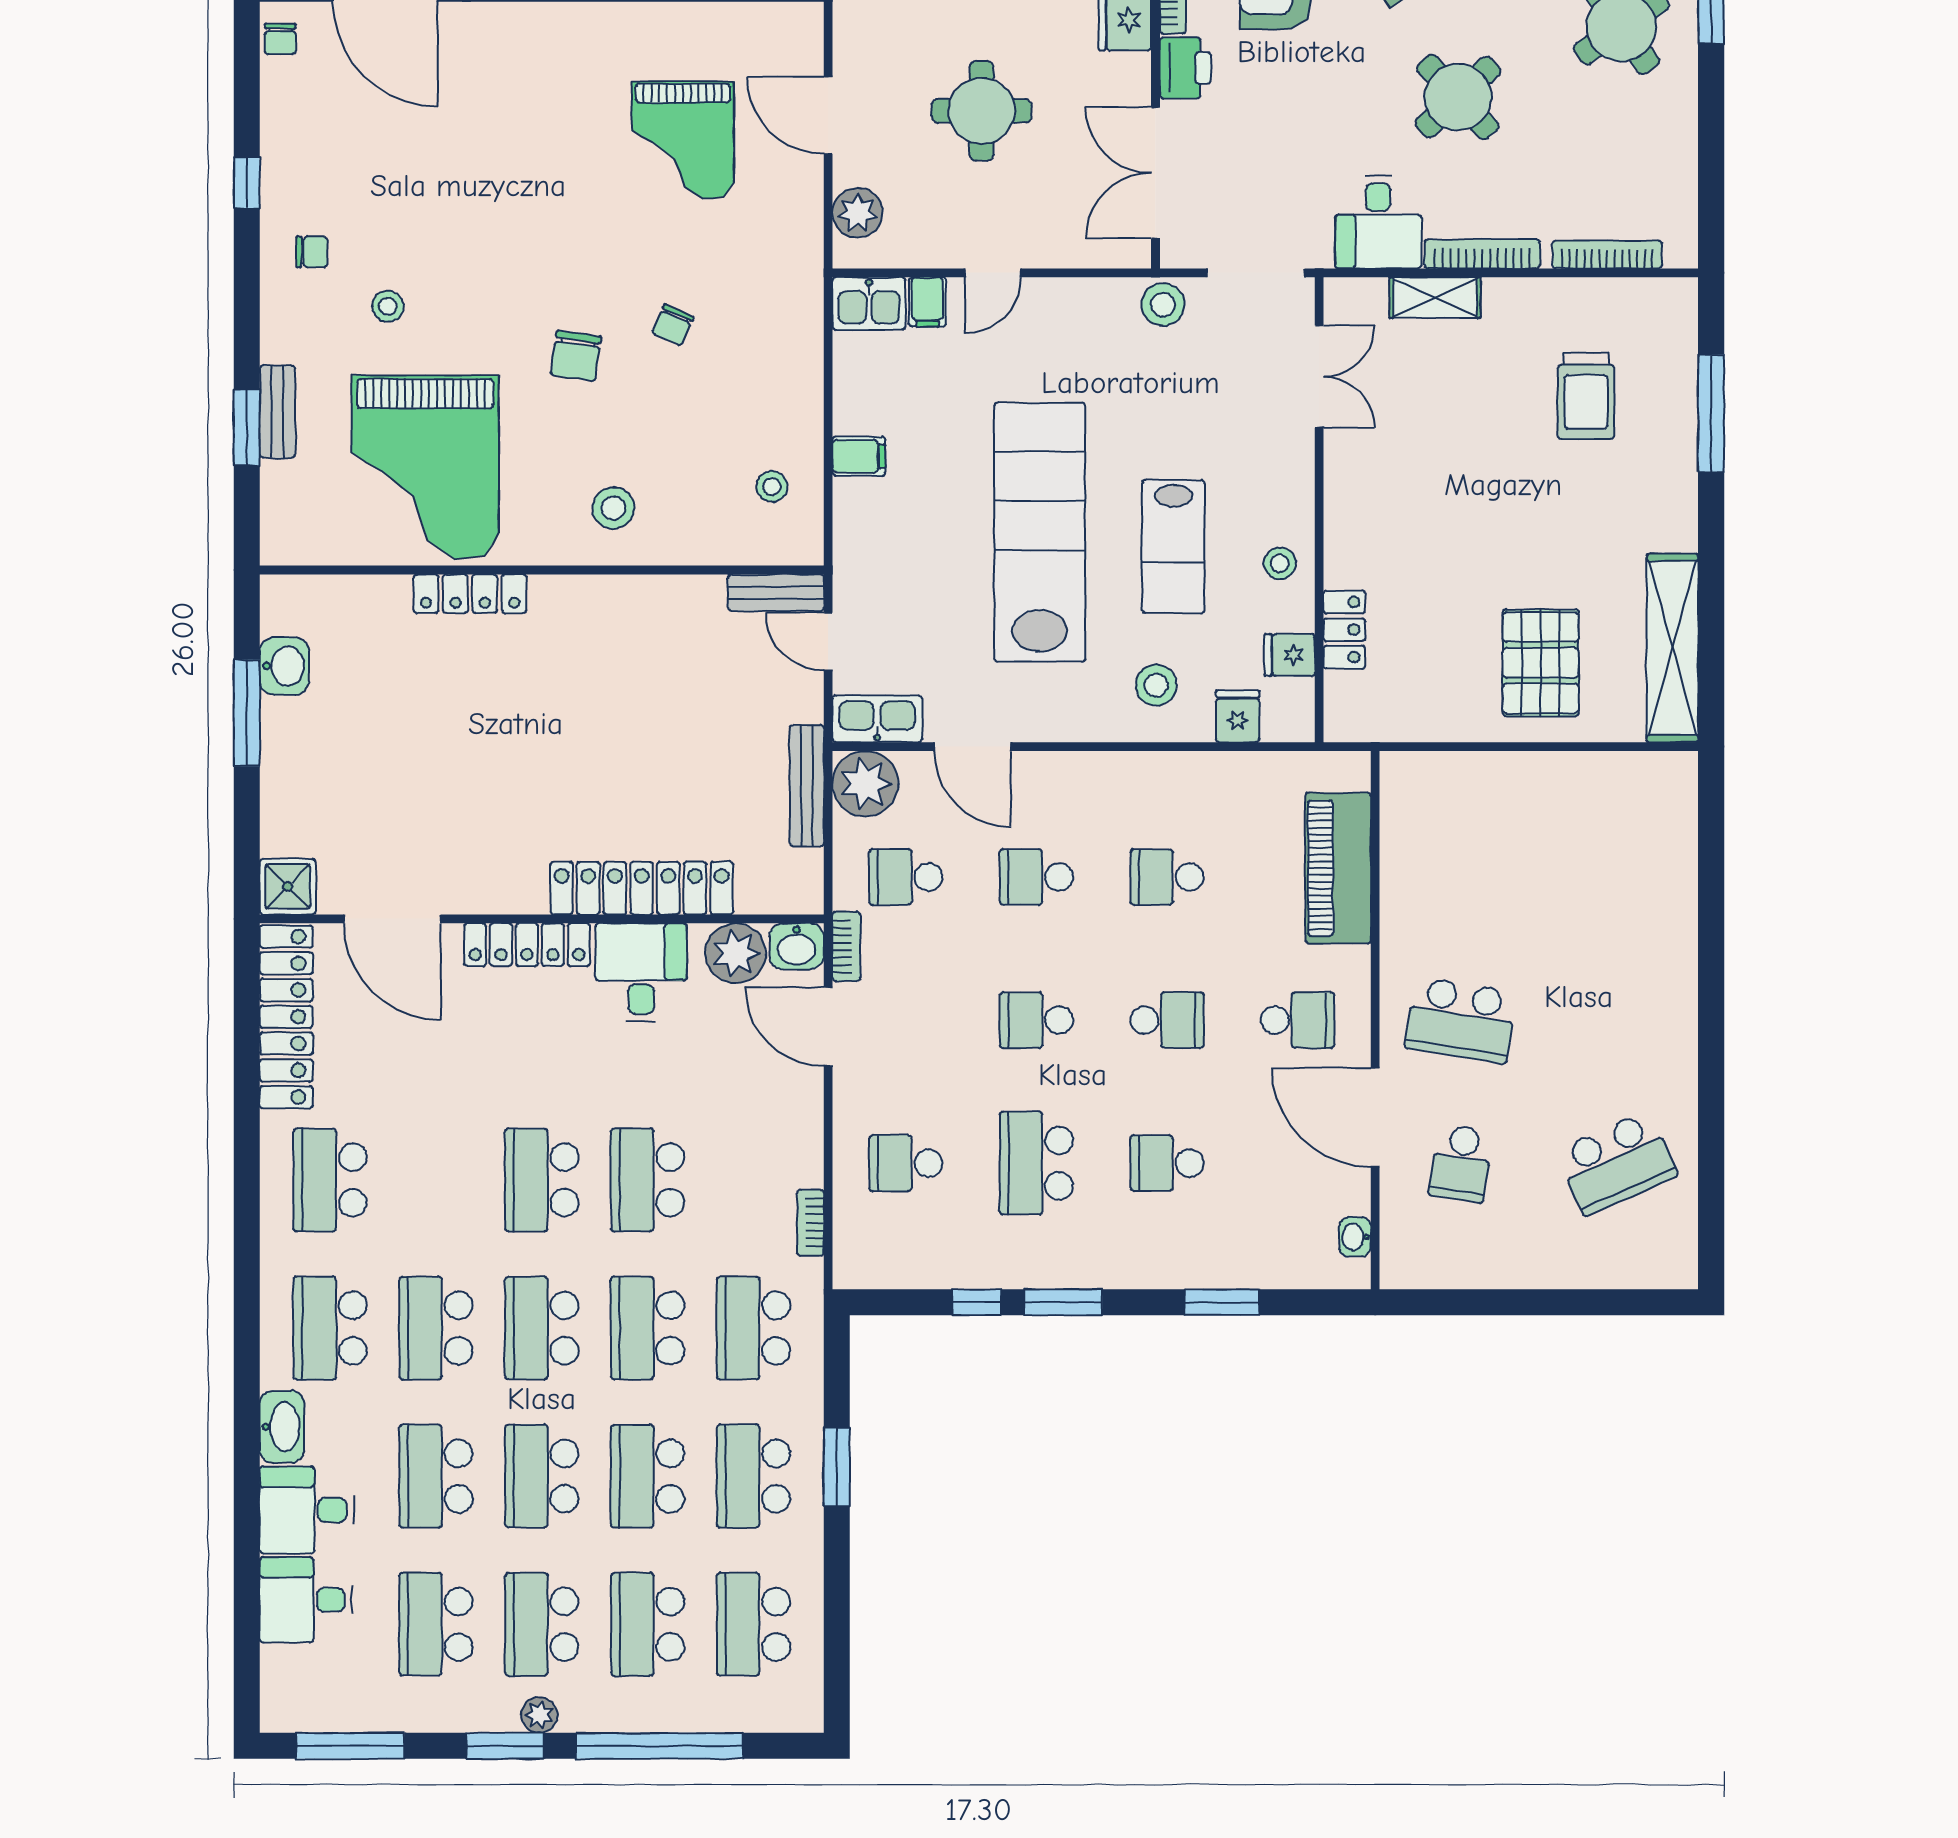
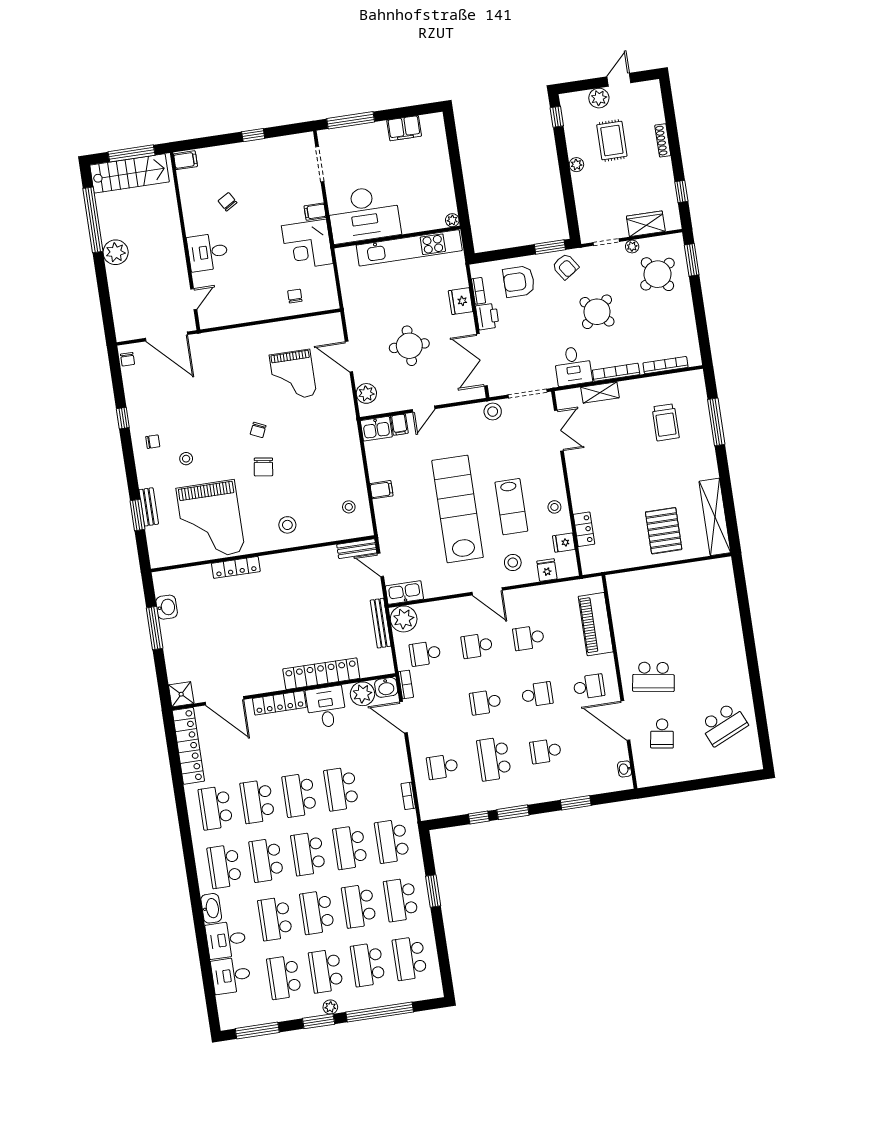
chair: (673, 325) -> (258, 430), moved
door: (972, 747) -> (487, 591), moved
school desk: (436, 1180) -> (257, 801), added

